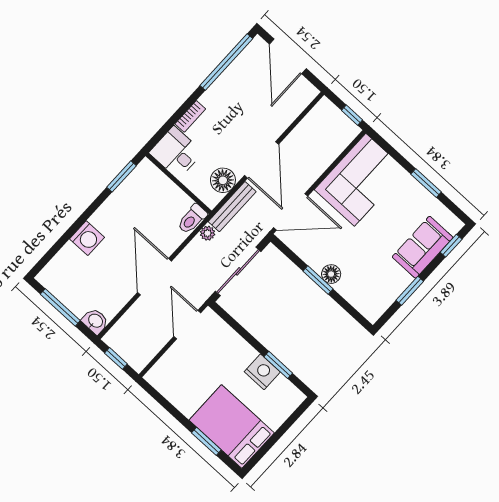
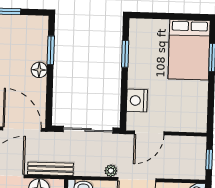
plant: (208, 233) -> (111, 171), moved
window: (318, 280) -> (51, 50), moved
nightstand: (262, 372) -> (137, 101), moved

